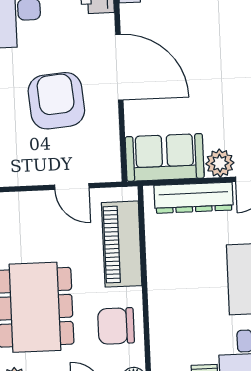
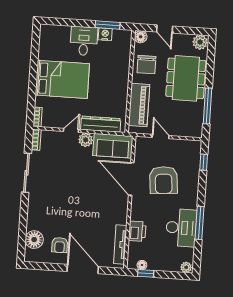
door: (119, 67) -> (131, 179), moved
chair: (116, 326) -> (146, 65), turned 90

